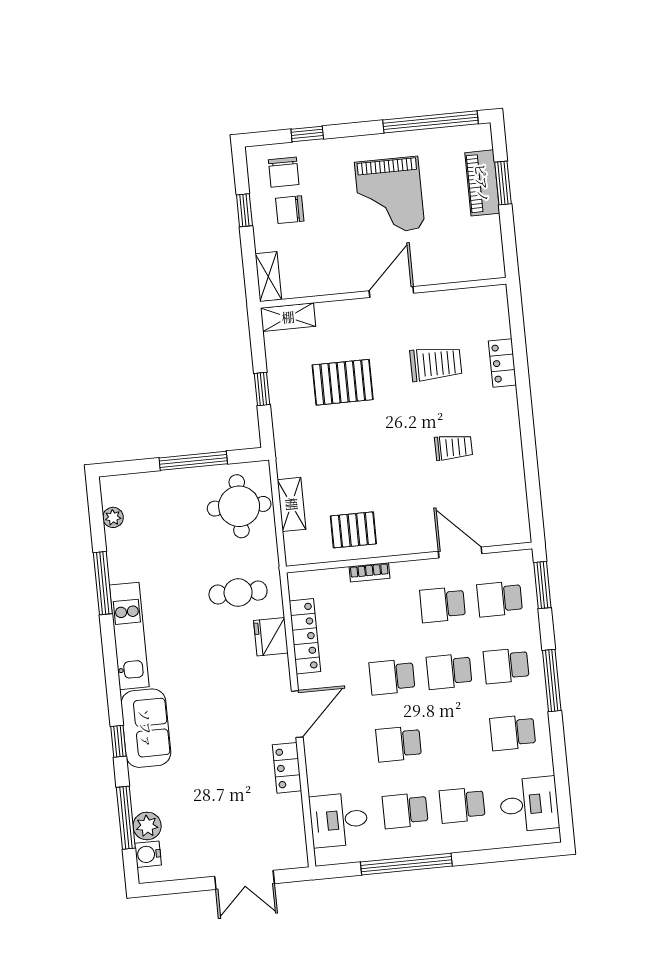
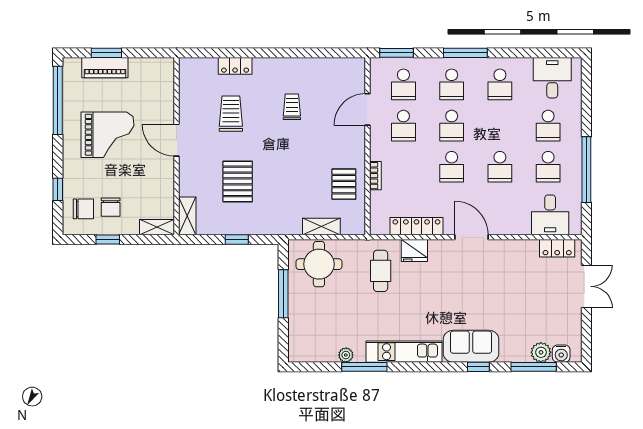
plant: (113, 517) -> (346, 355), moved
locker: (287, 768) -> (557, 248), moved

